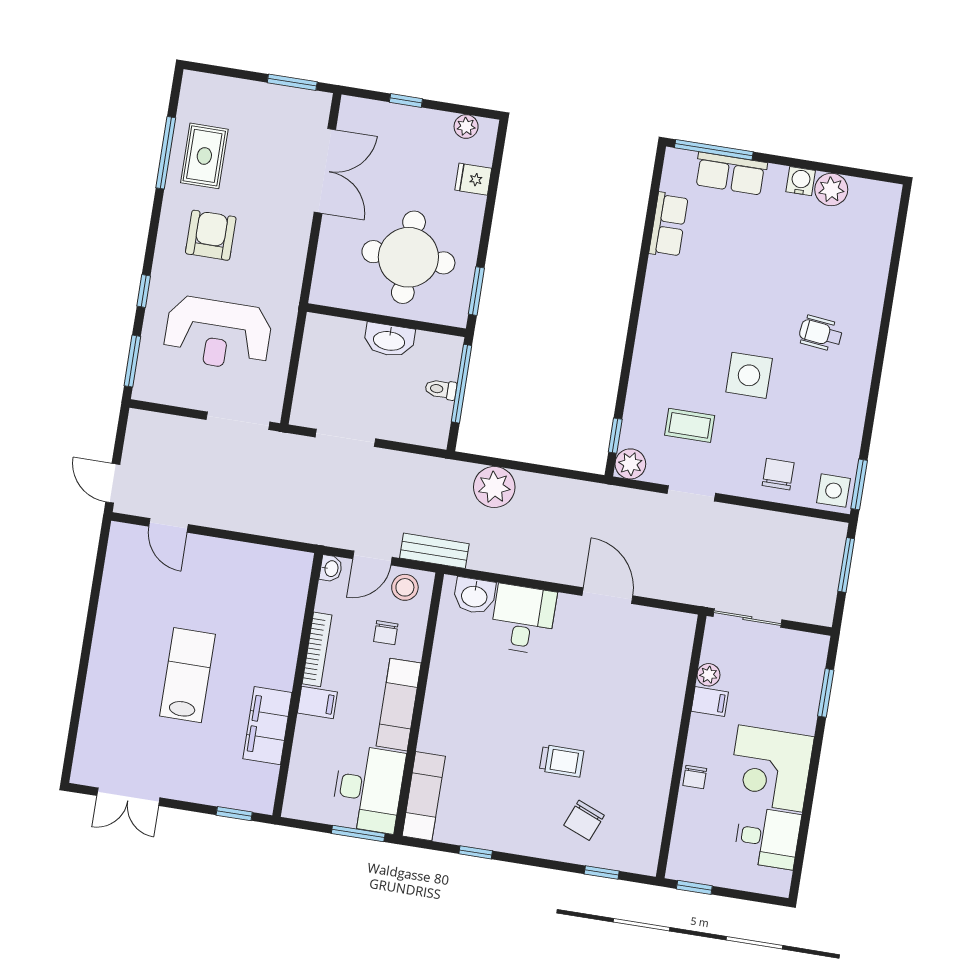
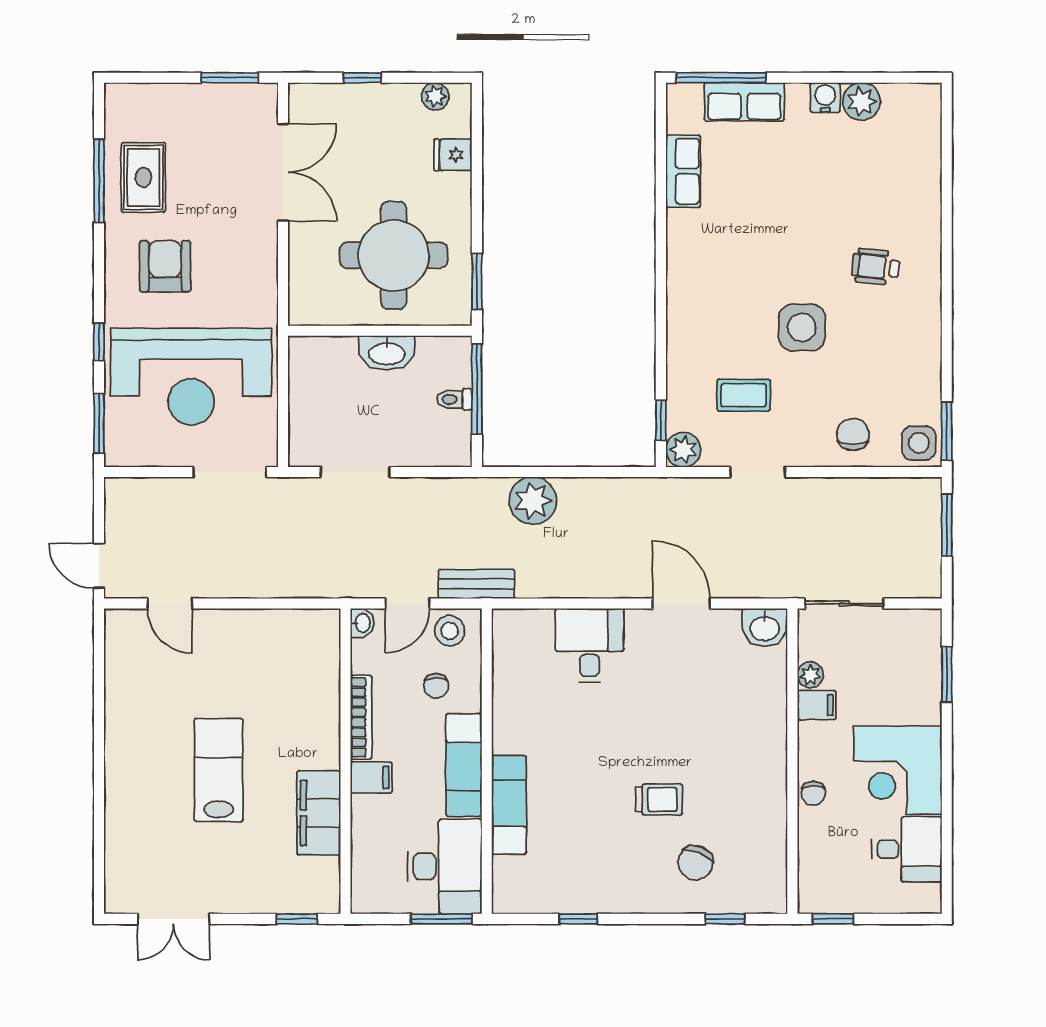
reception desk: (218, 334) -> (191, 377), width x1.36, depth x1.30
washbasin: (474, 596) -> (765, 628), moved
exam couch: (424, 796) -> (509, 805), moved

